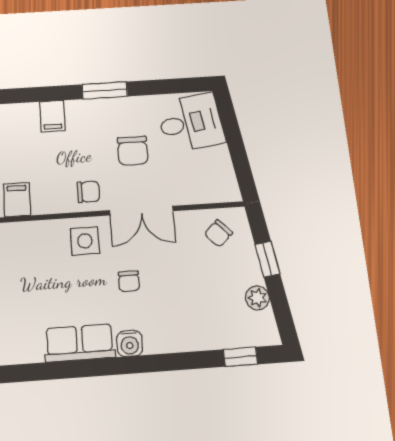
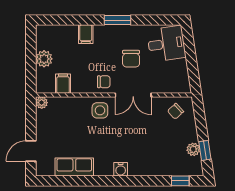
window: (267, 259) -> (205, 150), moved
chair: (129, 281) -> (123, 135), removed
row of seats: (80, 343) -> (74, 167), moved

